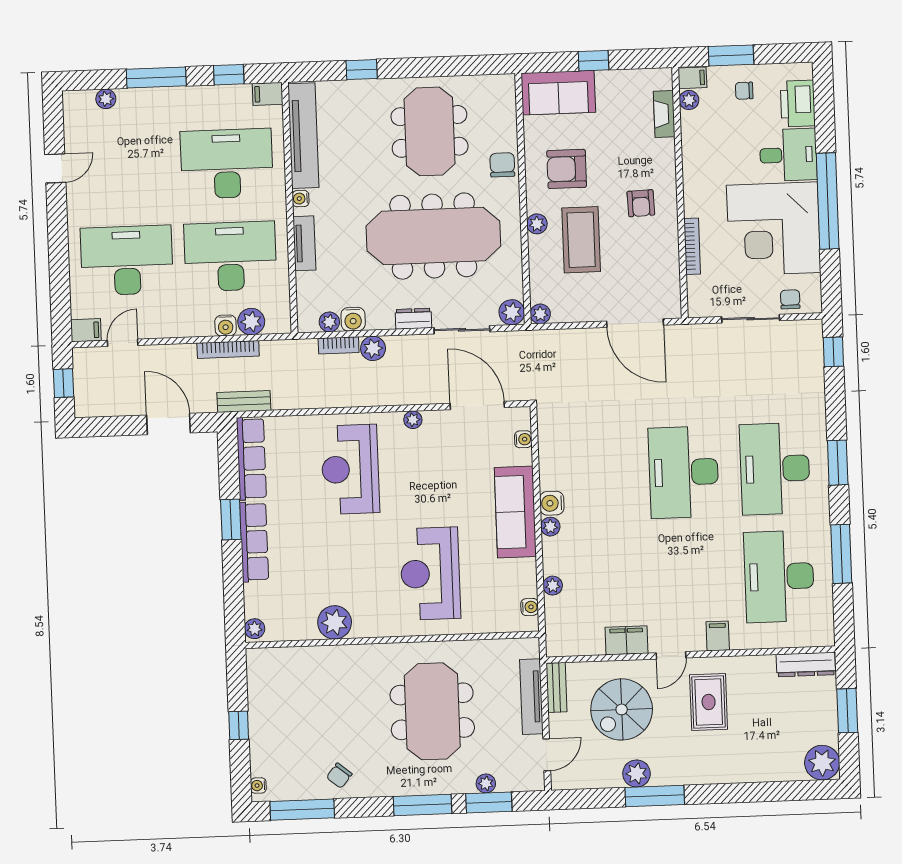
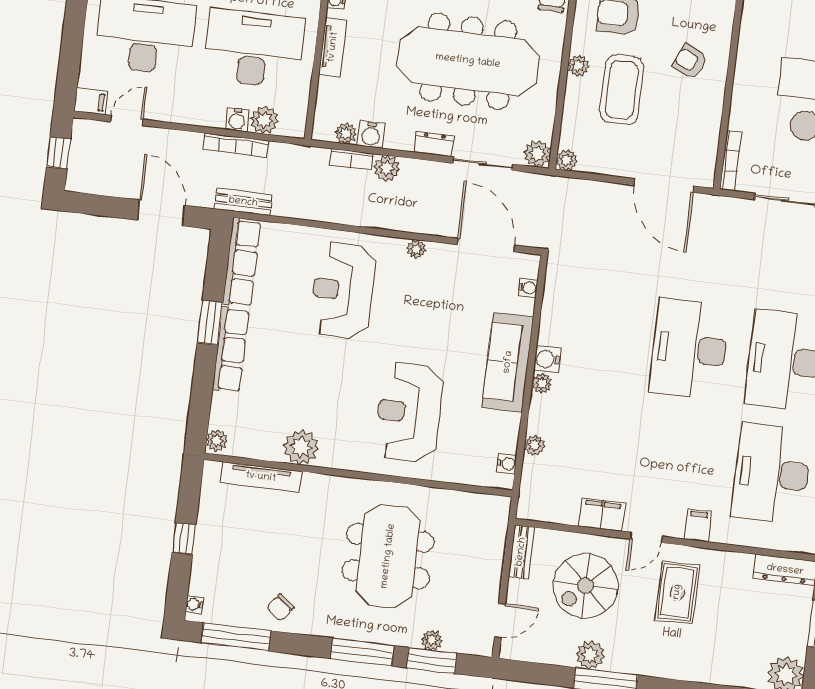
armchair: (641, 203) -> (690, 62), turned 118
bookcase: (692, 246) -> (731, 161), moved
tv unit: (531, 697) -> (261, 477), moved, turned -90

